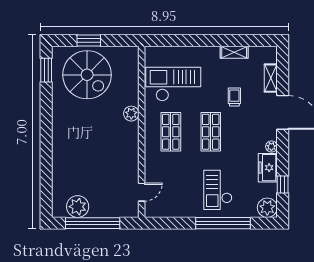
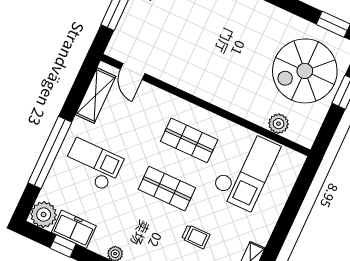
plant: (131, 114) -> (278, 124), moved
freezer: (268, 168) -> (74, 229), moved
shelving: (170, 210) -> (96, 95), added

